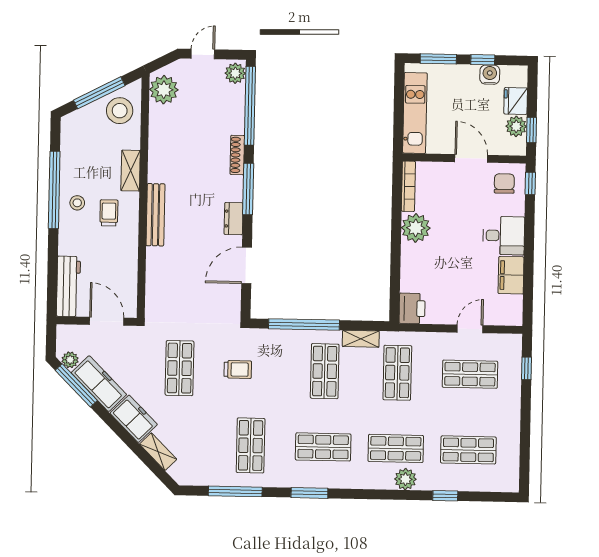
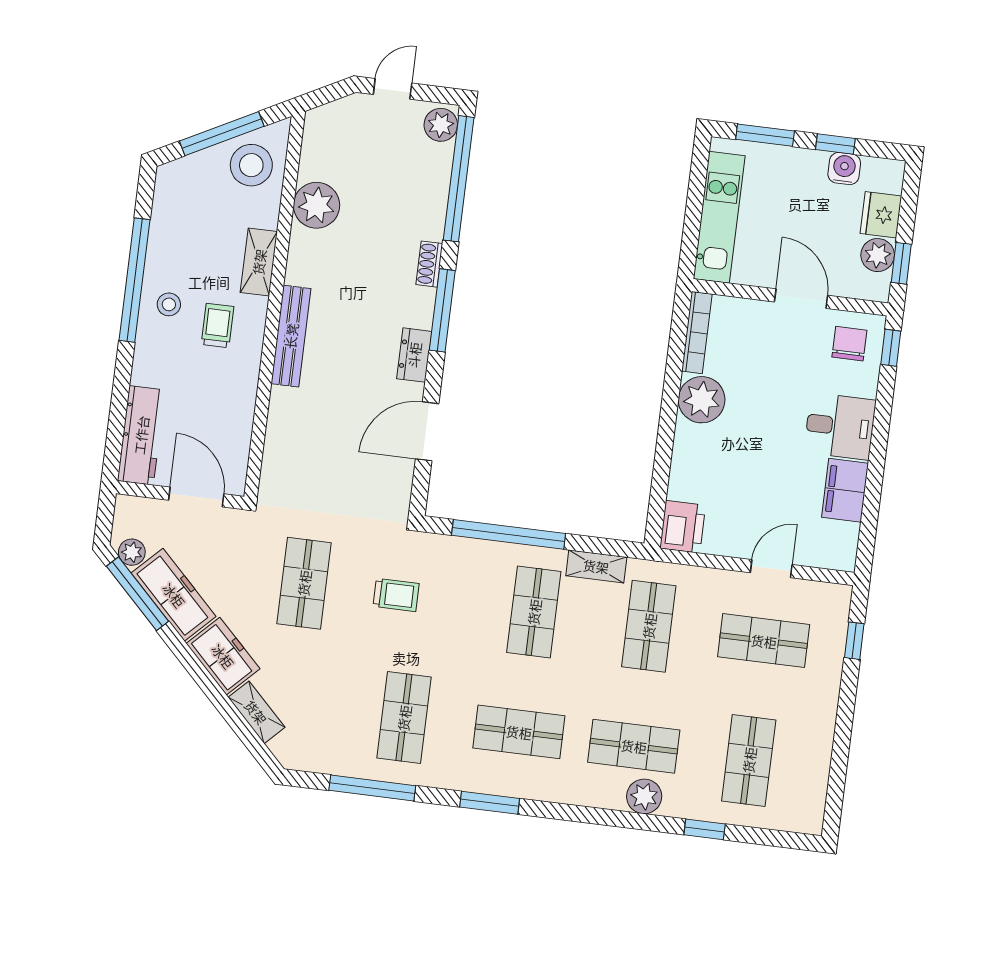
plant: (164, 90) -> (316, 205), moved
shoe rack: (237, 155) -> (429, 264), width x0.70
shop shelf: (468, 450) -> (749, 760), turned 90

